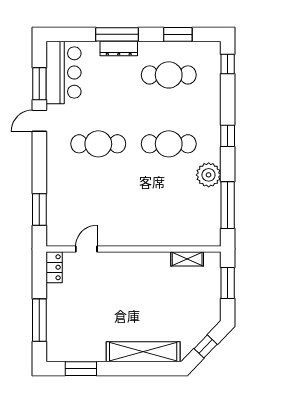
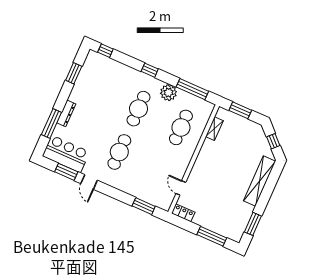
window: (117, 34) -> (51, 123), moved
cafe table: (169, 75) -> (181, 127), moved

